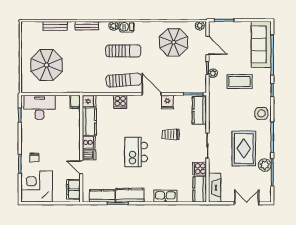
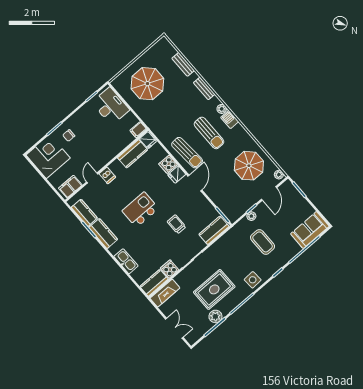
sofa: (261, 45) -> (310, 230), width x0.73
fridge: (167, 102) -> (177, 174), moved
cooker: (89, 142) -> (116, 167), removed

